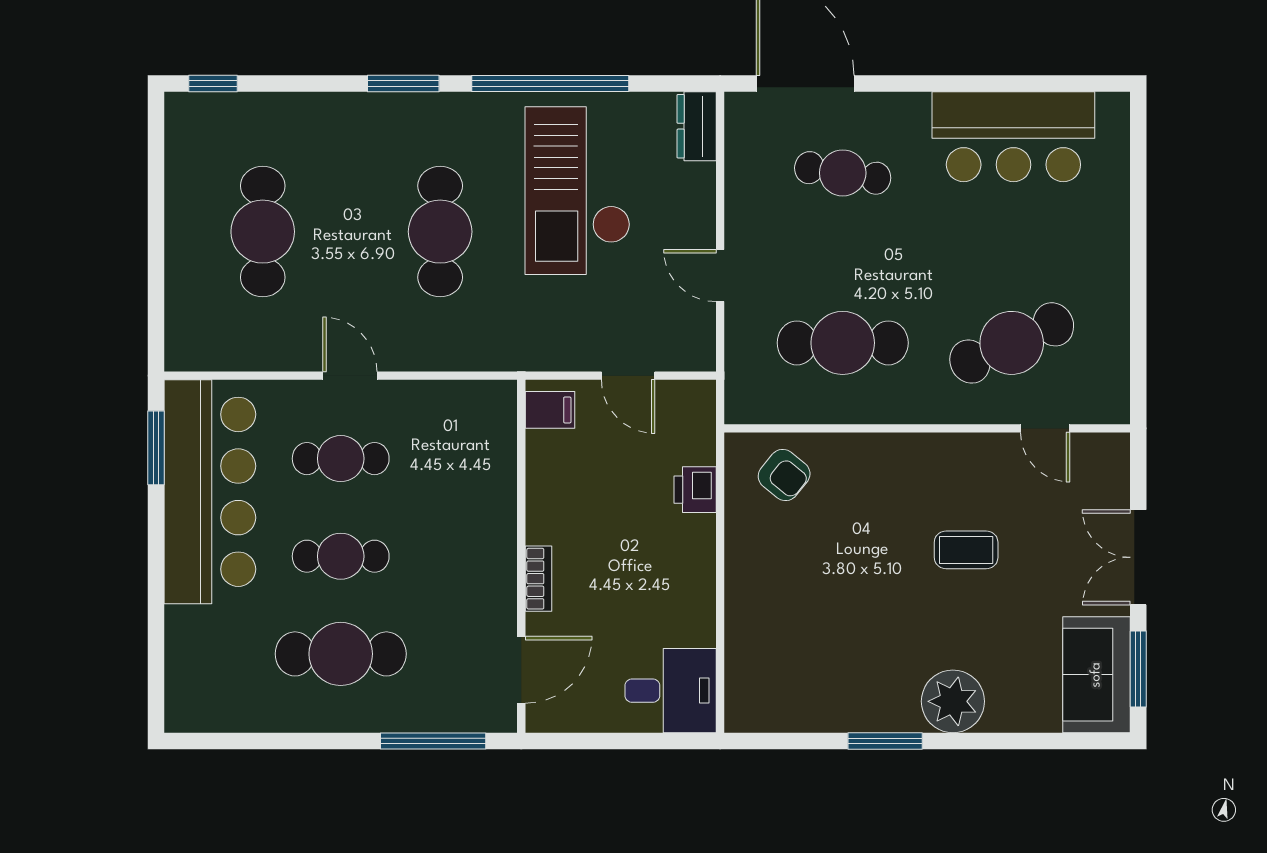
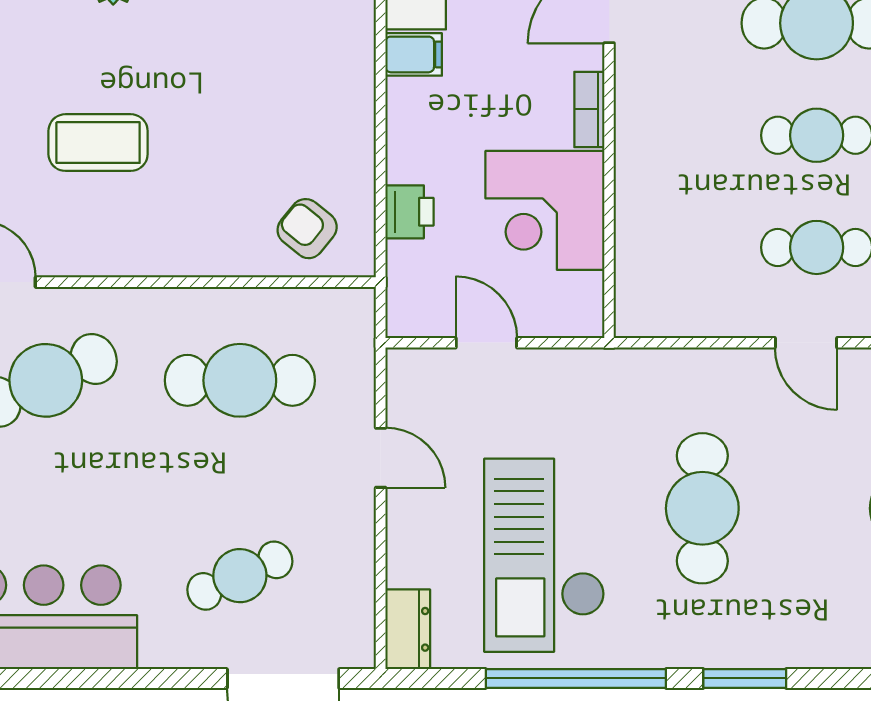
cafe table: (843, 173) -> (240, 576), turned -33
checkout: (578, 191) -> (544, 555), turned 180
filing cabinet: (550, 410) -> (414, 54), moved, turned 180
corner desk: (577, 491) -> (545, 210), added
coffee table: (966, 550) -> (98, 143), width x1.36, depth x1.30

